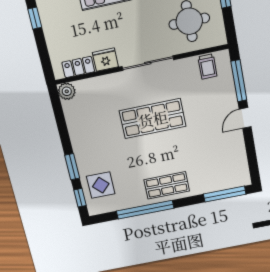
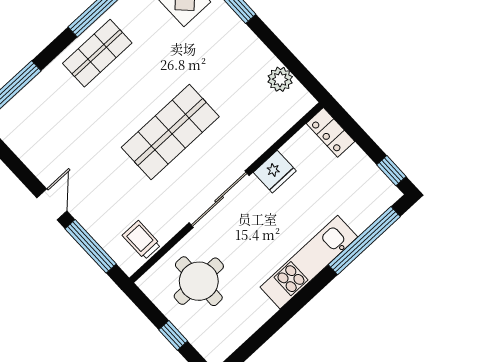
locker: (78, 67) -> (331, 132), moved, turned 90
plant: (67, 91) -> (280, 79), moved

